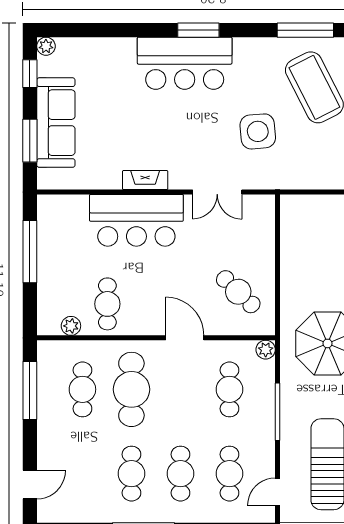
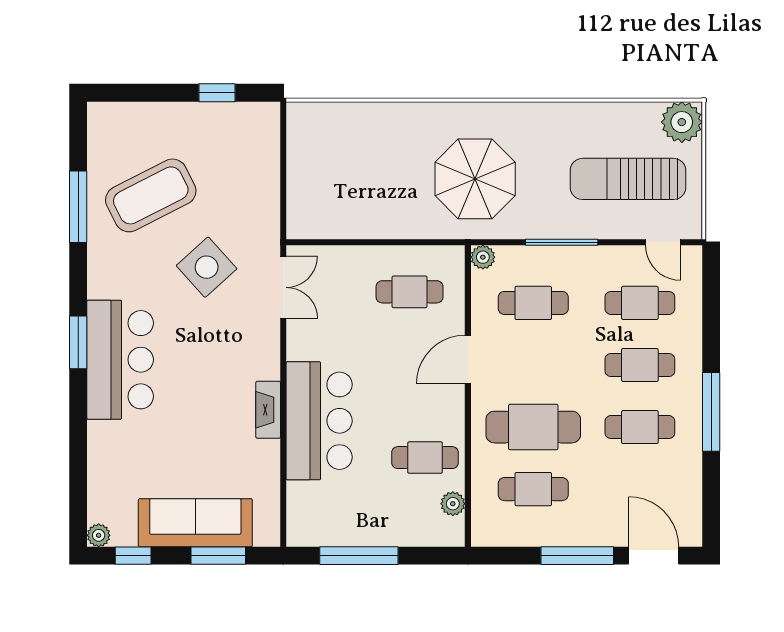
side table: (258, 131) -> (207, 267), turned -37
double door: (217, 192) -> (283, 287), moved
cafe table: (238, 292) -> (410, 292), turned 46
window: (30, 390) -> (577, 556), moved
door: (30, 485) -> (654, 556), width x1.38

